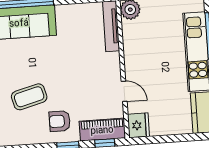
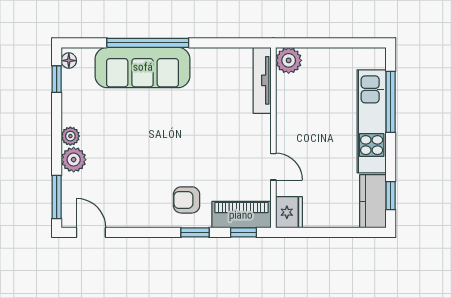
coffee table: (29, 97) -> (149, 165), removed

